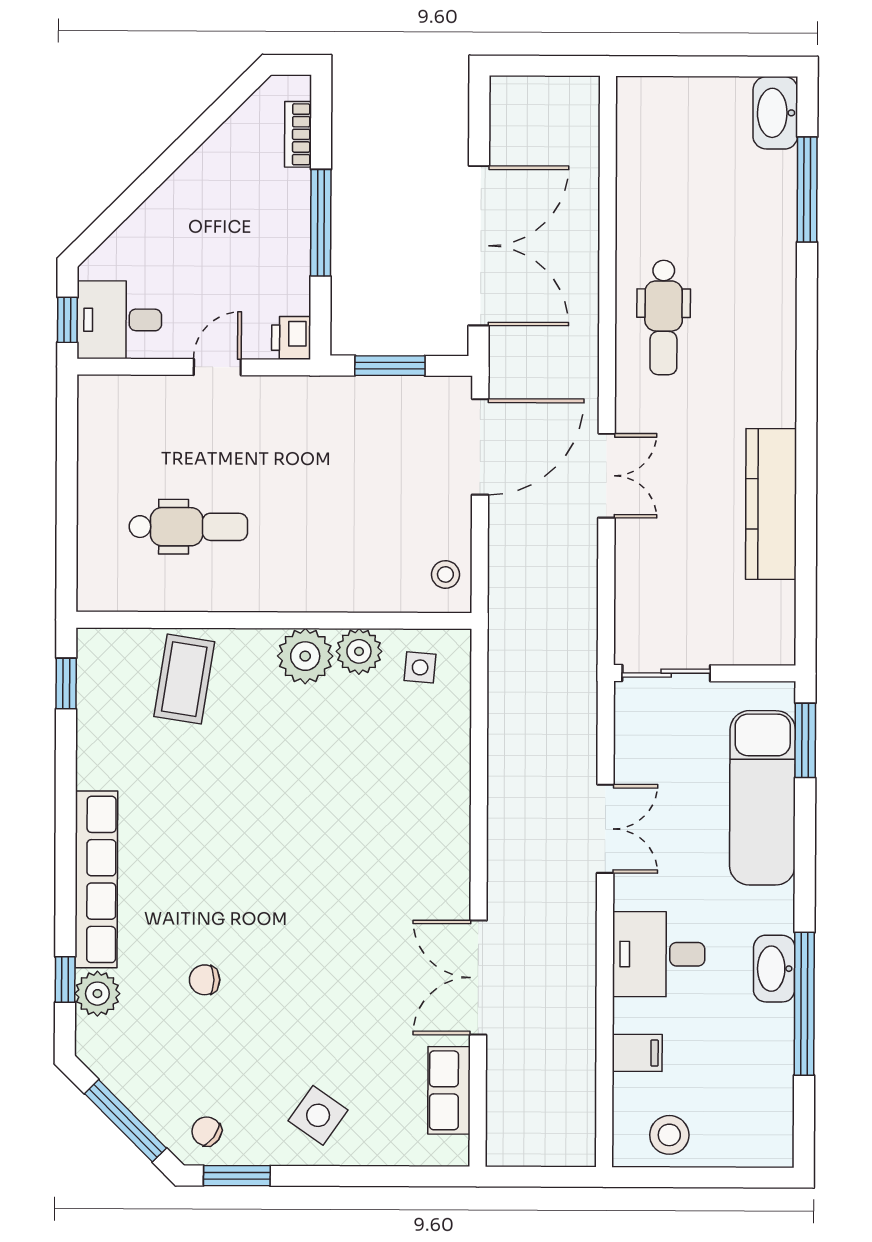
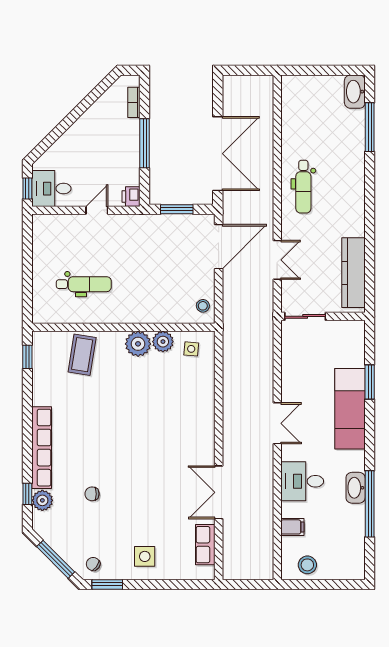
sliding door: (666, 673) -> (305, 316), moved
wall: (705, 673) -> (323, 316), moved
side table: (318, 1115) -> (145, 556), turned -35

